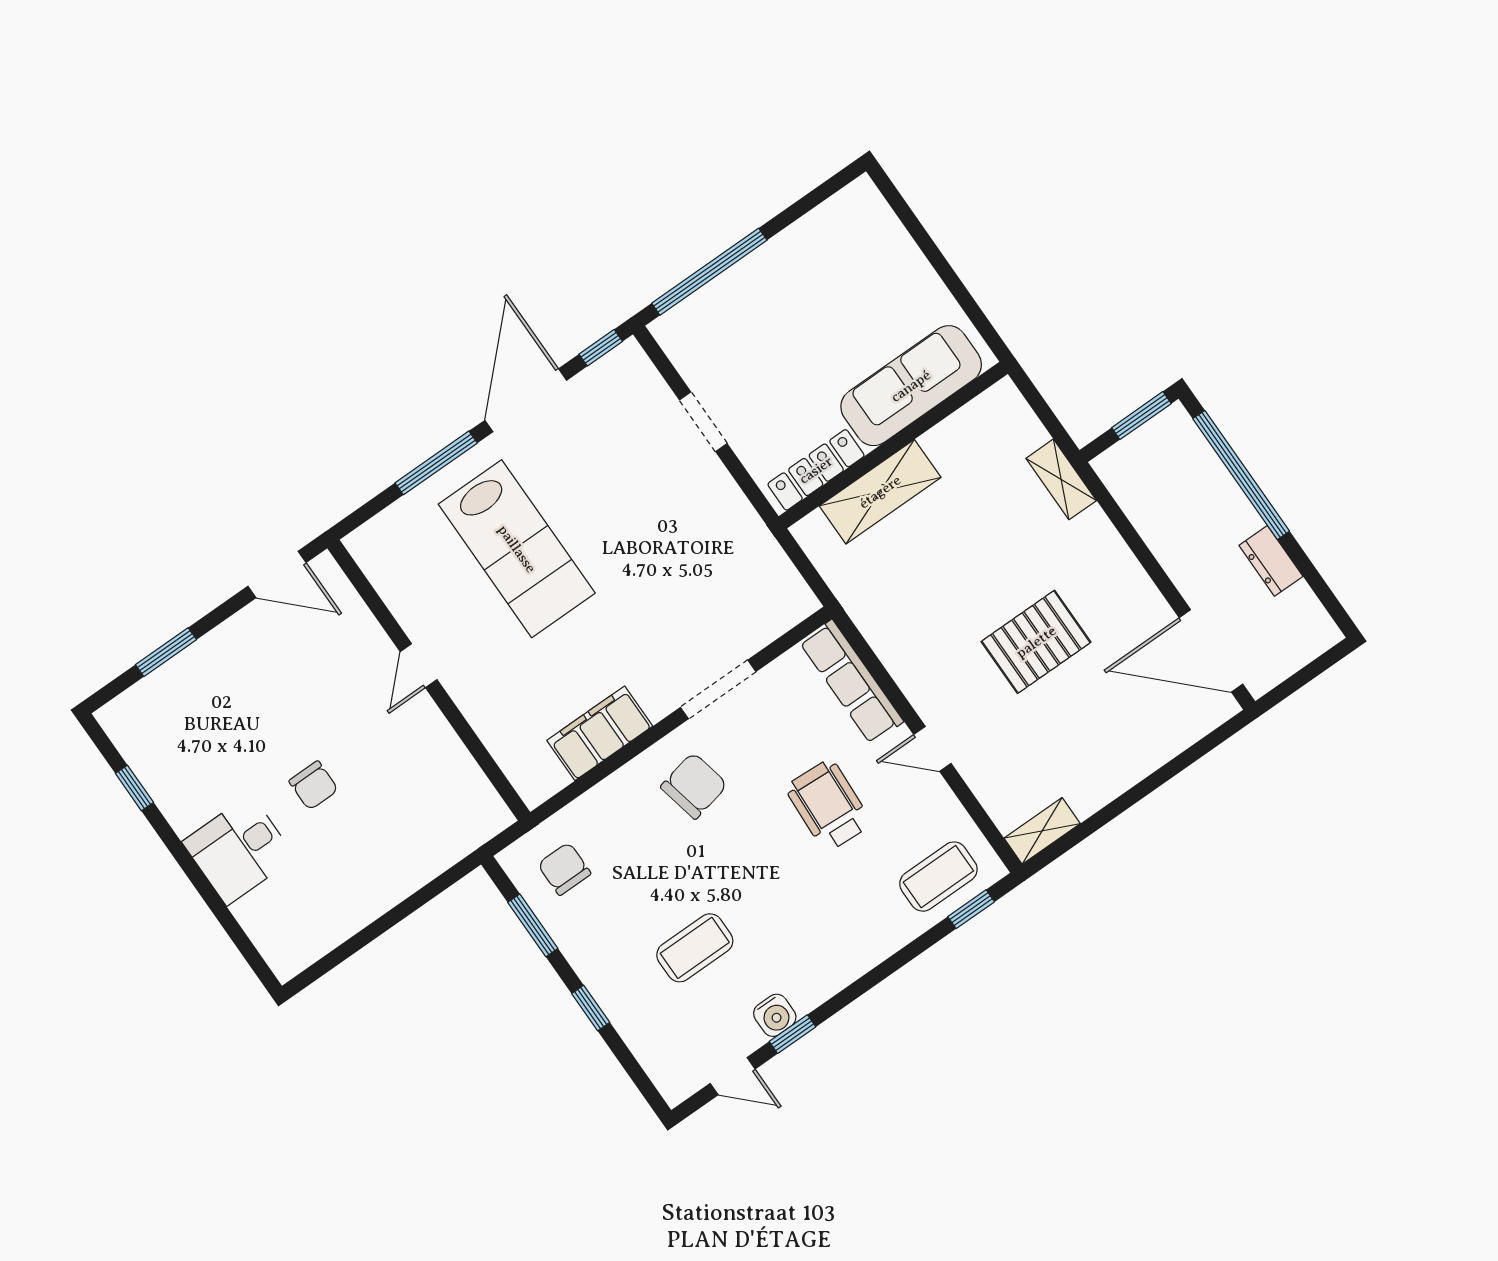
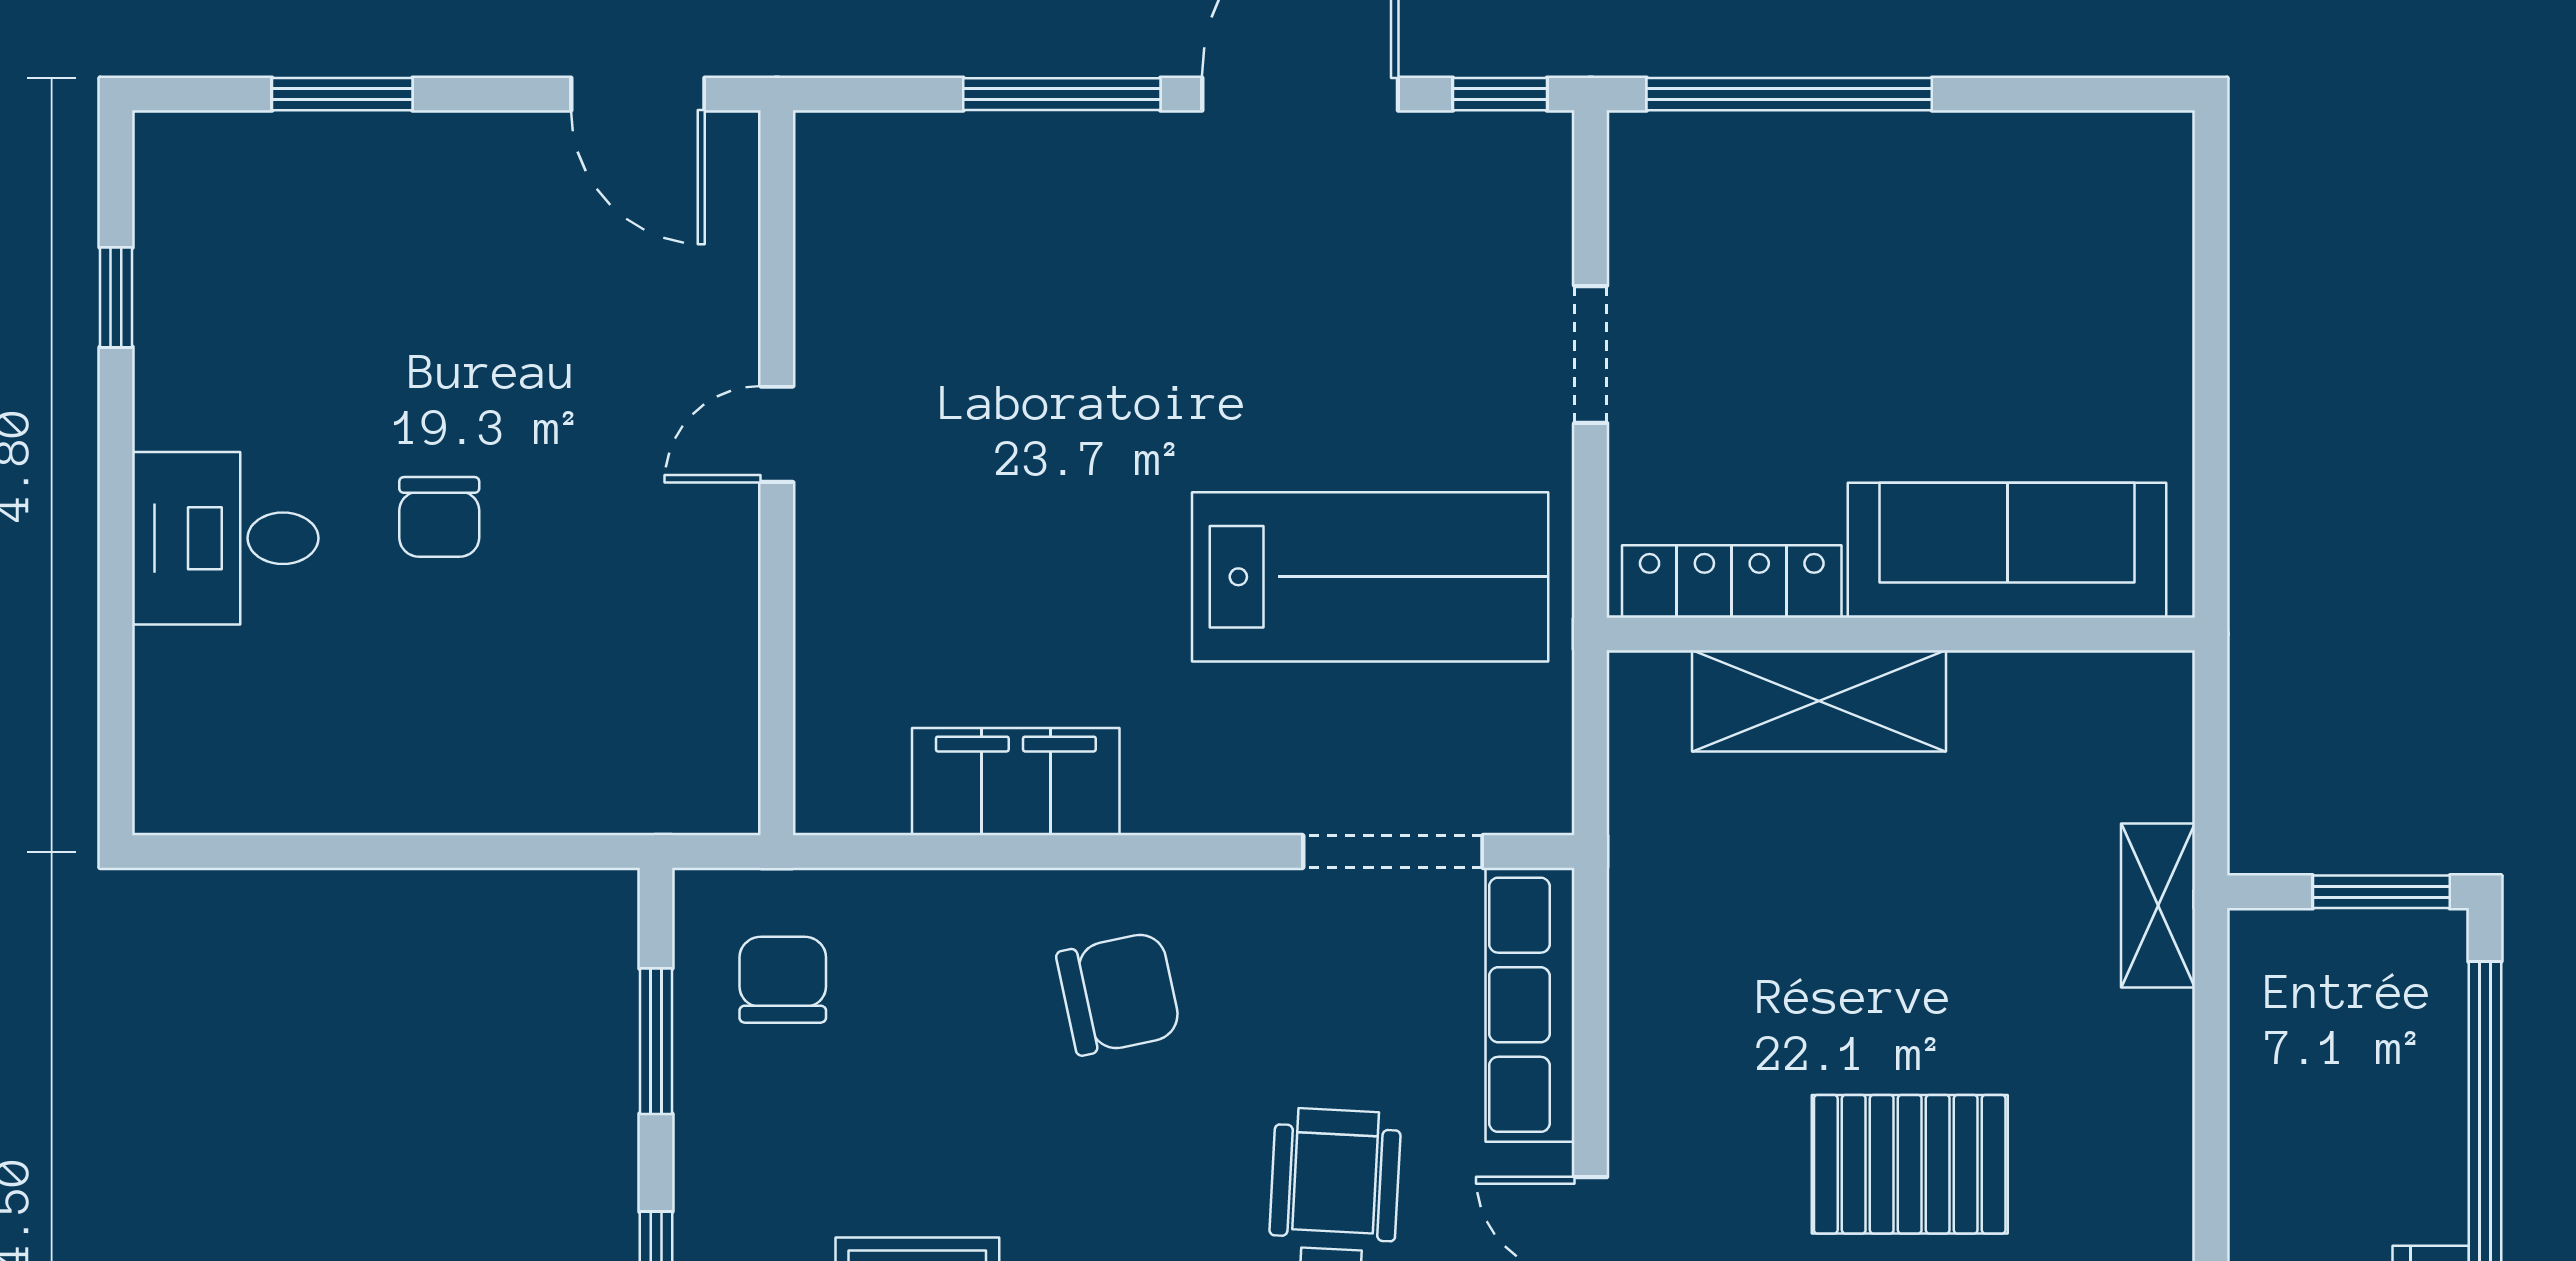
lab bench: (517, 549) -> (1370, 577), moved, turned -90
doorway: (718, 689) -> (1393, 852), moved

